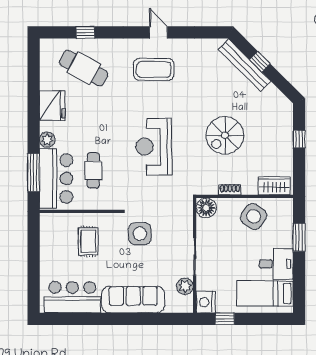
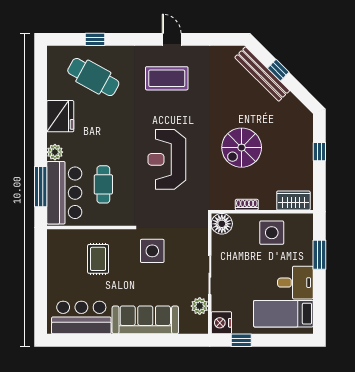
side table: (254, 216) -> (272, 233), turned -35

